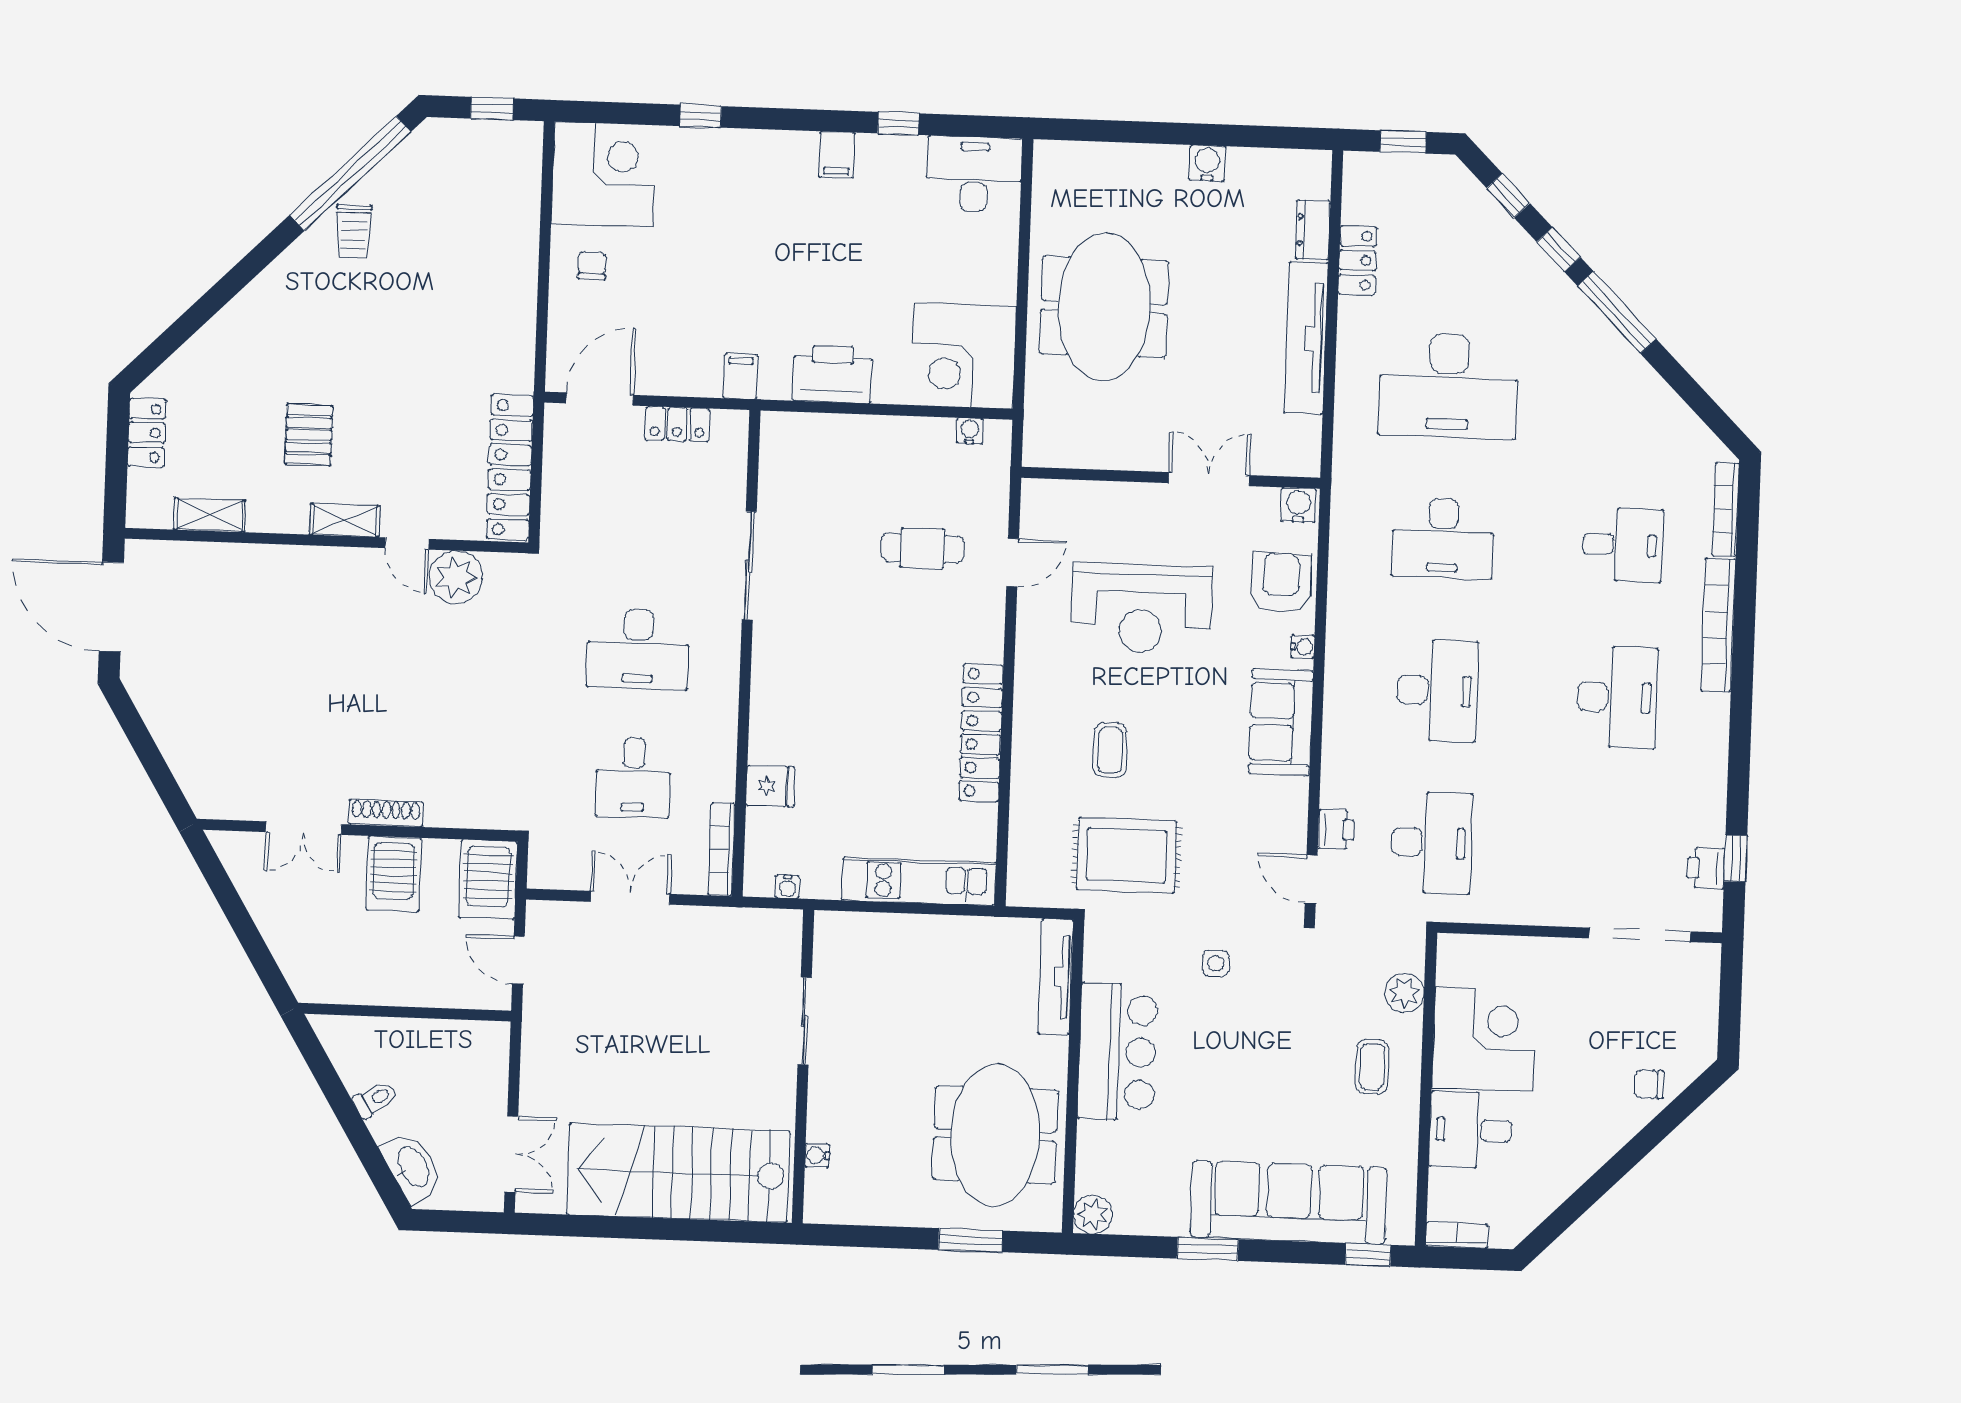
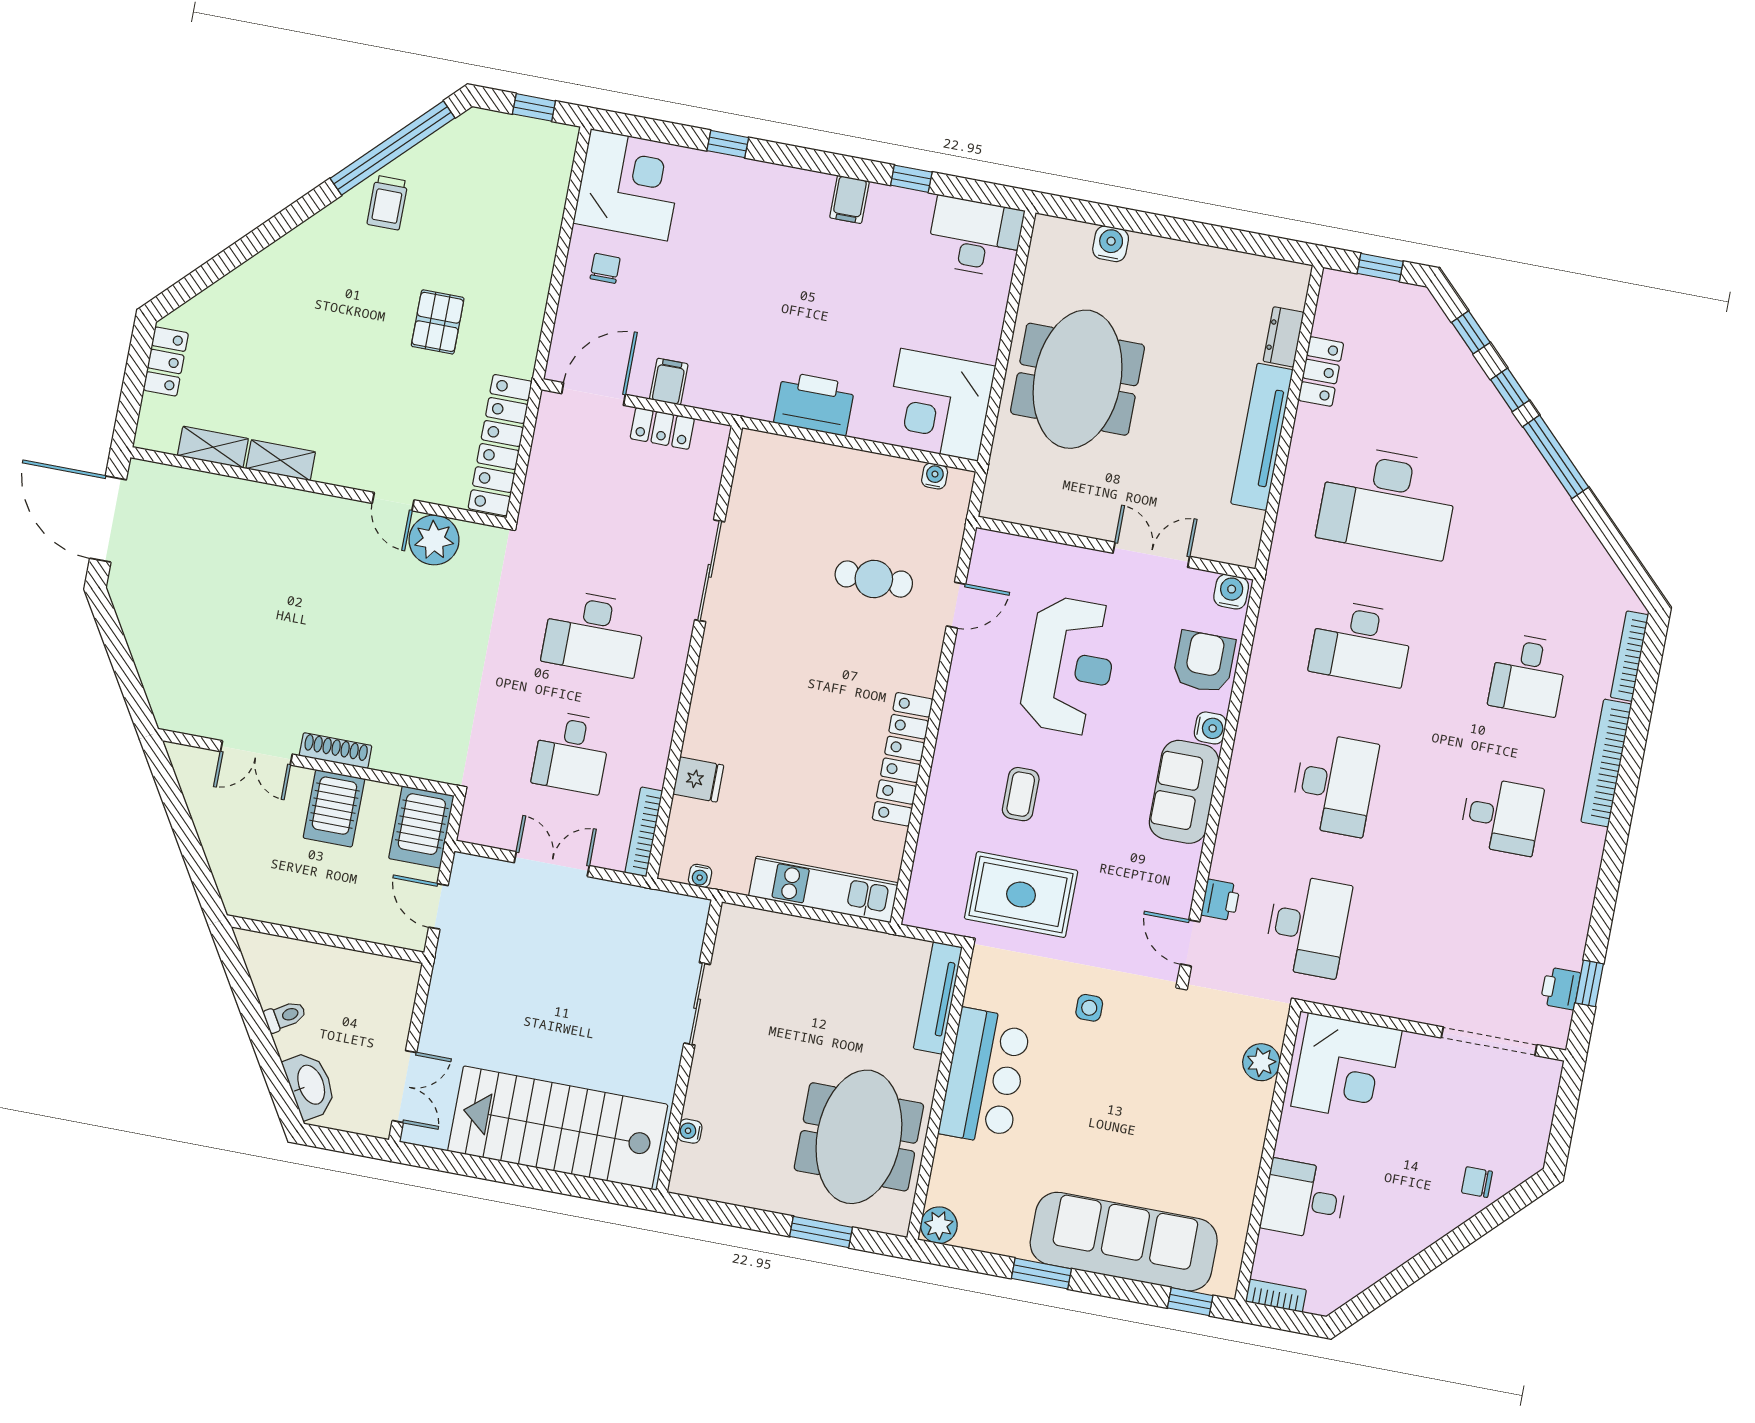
water cooler: (1207, 163) -> (1111, 244), moved
filing cabinet: (740, 377) -> (669, 382), moved
pallet: (309, 435) -> (438, 322), moved
shelving: (345, 520) -> (281, 460), moved
desk: (1622, 545) -> (1528, 675), turned 90
reception desk: (1141, 608) -> (1070, 666), turned -90
water cooler: (1303, 647) -> (1210, 728), width x1.38, depth x1.38
desk: (1617, 697) -> (1501, 816), width x0.73
corner desk: (1484, 1039) -> (1346, 1068), moved, turned 90
coffee table: (1372, 1067) -> (1221, 1127), removed

